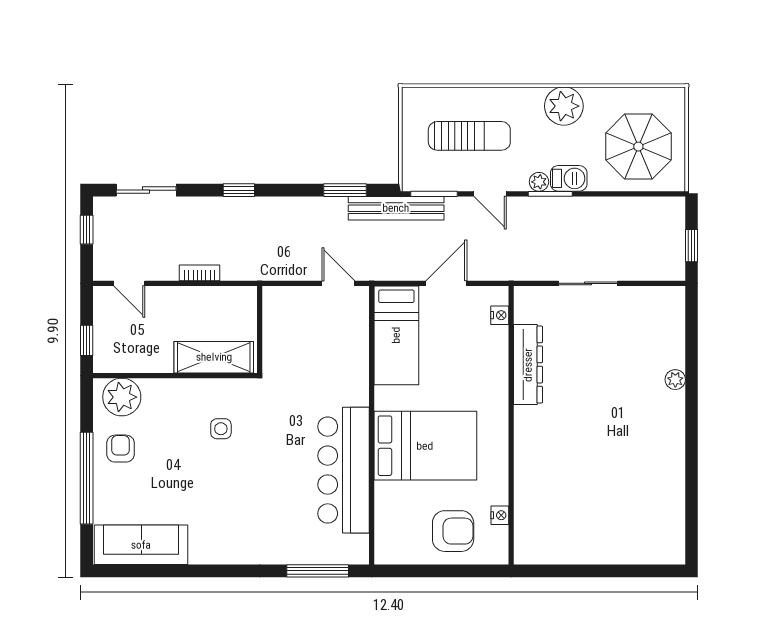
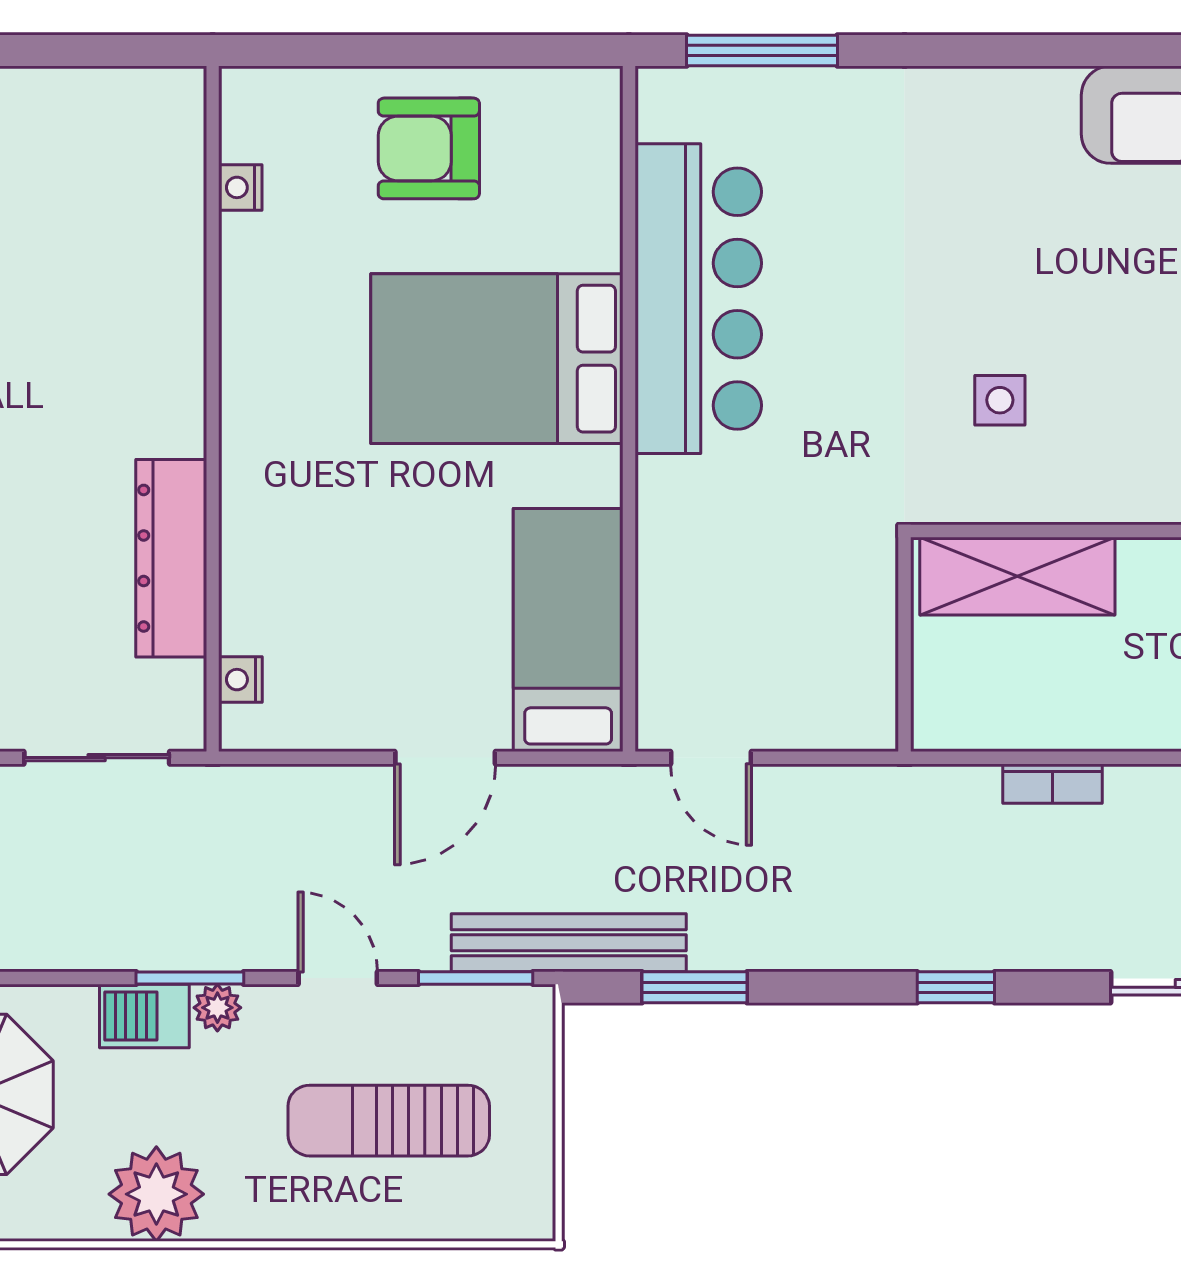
nightstand: (500, 315) -> (240, 680), moved
dresser: (528, 365) -> (171, 558), moved
wall: (511, 425) -> (213, 409), moved
nightstand: (500, 515) -> (240, 187), moved

